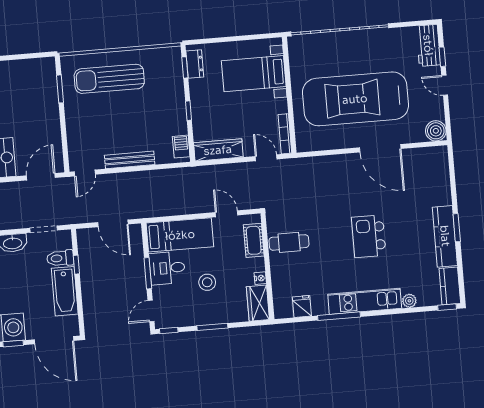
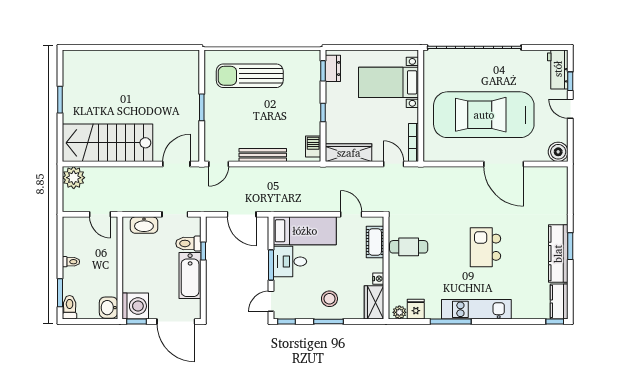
window: (60, 89) -> (202, 107), moved
stool: (207, 282) -> (329, 299), moved
plant: (409, 301) -> (399, 312), moved

